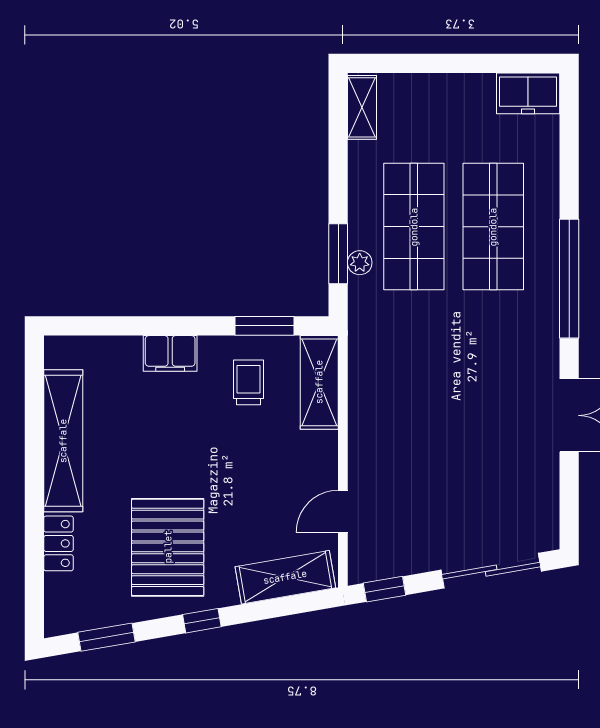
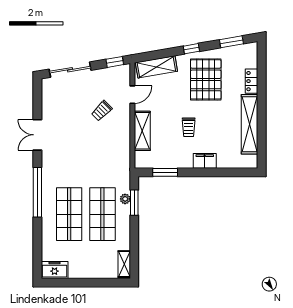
trolley: (249, 382) -> (189, 127), moved
shelving: (319, 382) -> (142, 131), moved
trolley: (416, 473) -> (102, 111), added

